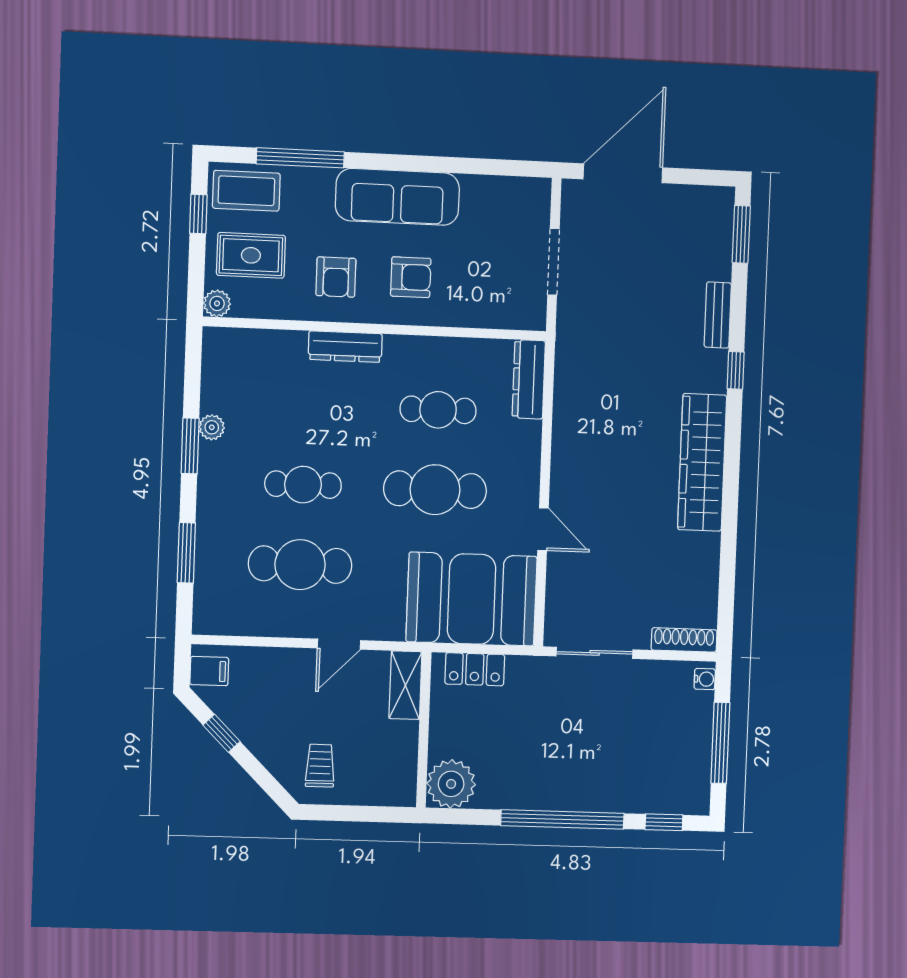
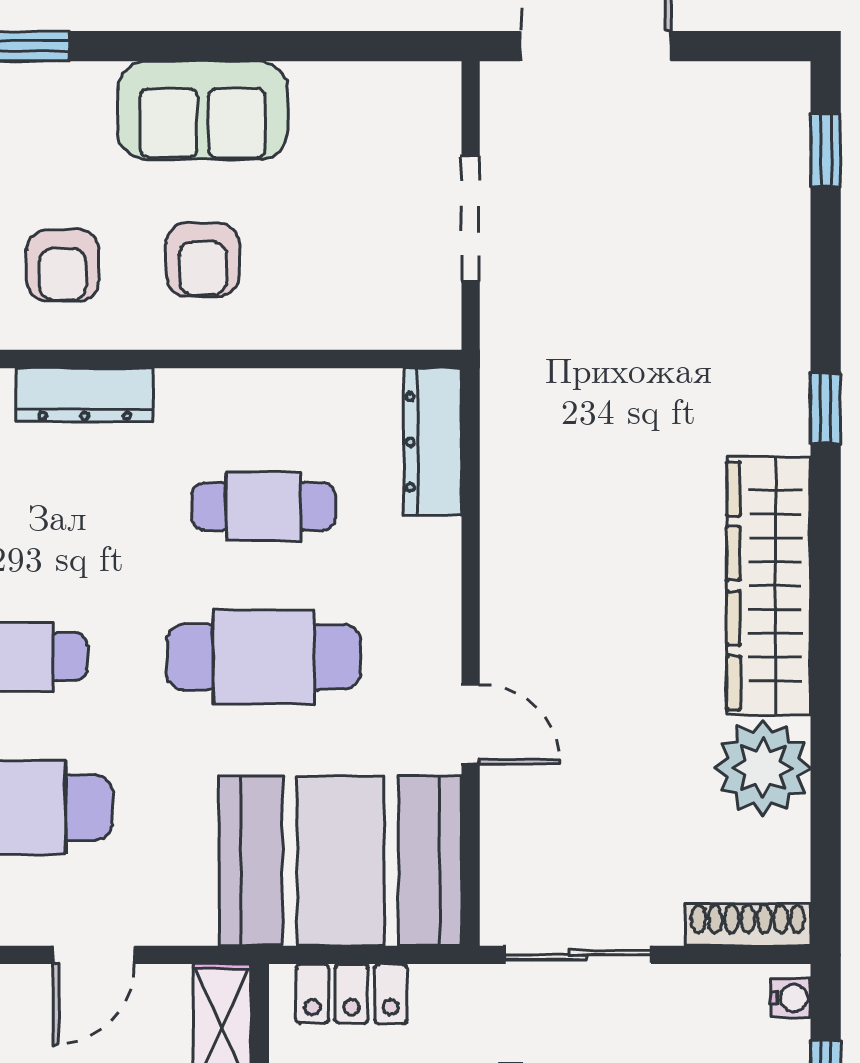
sofa: (397, 197) -> (203, 110), width x0.73
window: (741, 234) -> (826, 151), width x0.67
armchair: (411, 277) -> (203, 260), turned 90
bench: (718, 315) -> (787, 305), removed
plant: (695, 558) -> (763, 768), added

